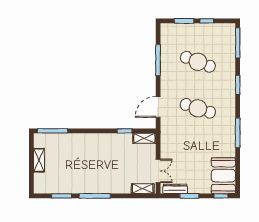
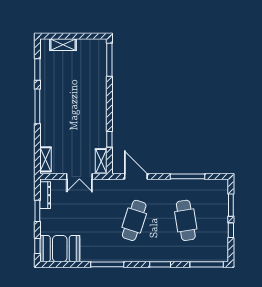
cafe table: (198, 62) -> (186, 220), turned -30
shelving: (39, 160) -> (63, 45), moved
double door: (158, 171) -> (79, 176), moved

